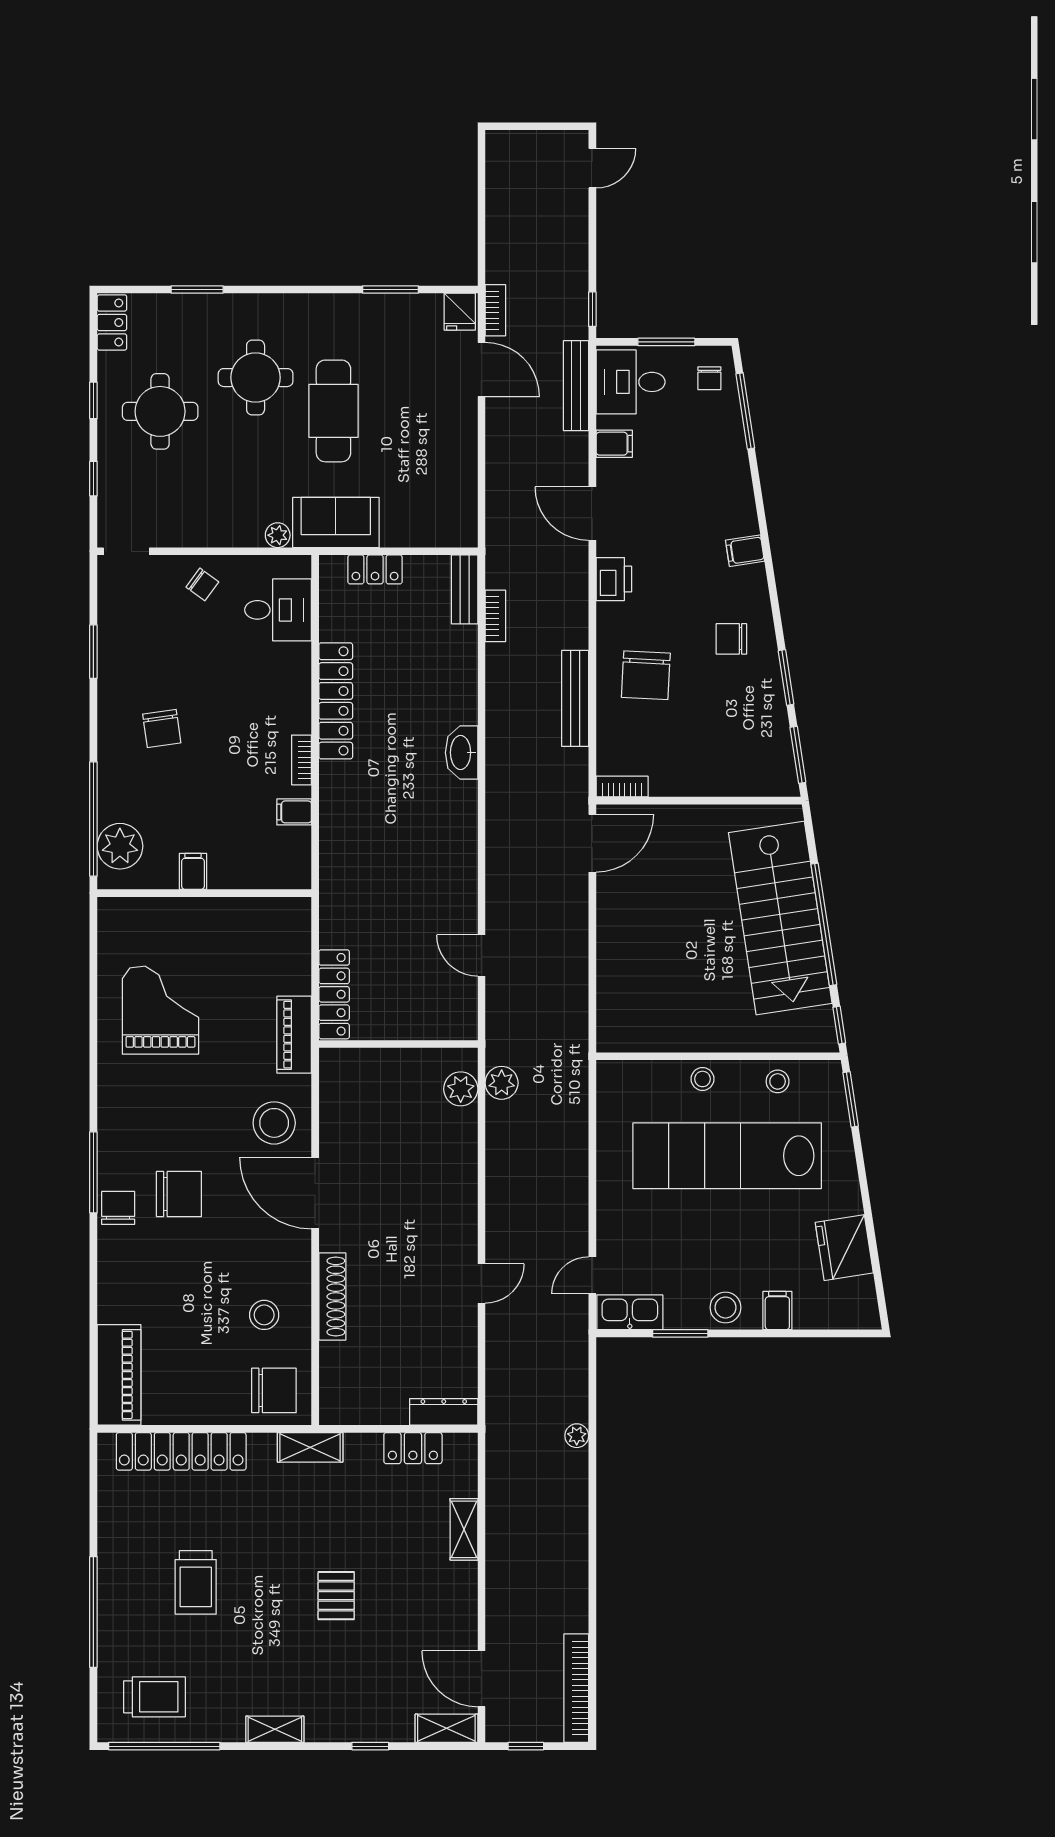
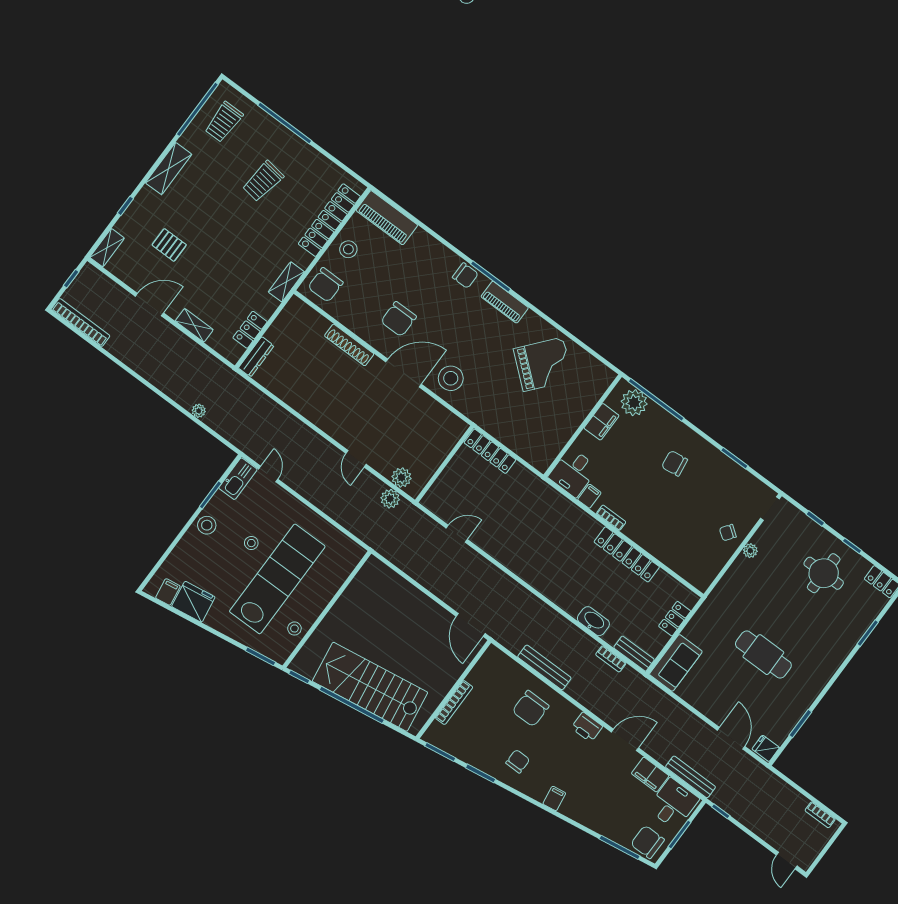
bookcase: (495, 310) -> (820, 815), moved
door: (481, 369) -> (731, 738), swing flipped
round table: (256, 378) -> (806, 630), removed
chair: (709, 378) -> (648, 842), width x1.87, depth x1.87
filing cabinet: (614, 444) -> (650, 775), width x2.00
sofa: (336, 523) -> (676, 663), moved
plant: (278, 535) -> (750, 551), moved
desk: (278, 610) -> (573, 472), moved
chair: (646, 675) -> (531, 709), turned -93
washbasin: (462, 753) -> (593, 621), moved
bookcase: (622, 787) -> (454, 702), moved, width x1.56
filing cabinet: (193, 871) -> (602, 422), width x2.00
grand piano: (160, 1010) -> (543, 364), turned -50
piano: (294, 1035) -> (505, 302), moved, turned 180
stool: (702, 1079) -> (251, 543), moved
chair: (179, 1194) -> (399, 319), moved
door: (481, 1284) -> (356, 459), moved
filing cabinet: (777, 1310) -> (168, 592), moved, turned -99
stool: (264, 1315) -> (348, 249), moved
trolley: (196, 1582) -> (263, 181), turned -82
pallet: (336, 1596) -> (169, 245), moved
door: (481, 1679) -> (149, 305), moved
shelving: (275, 1729) -> (169, 169), width x1.50, depth x1.33

